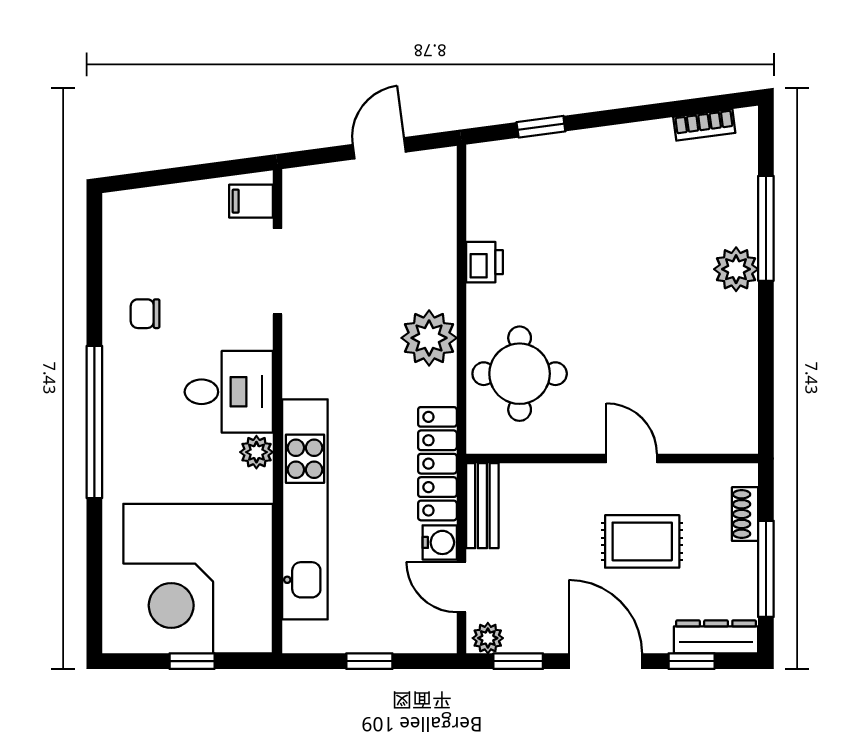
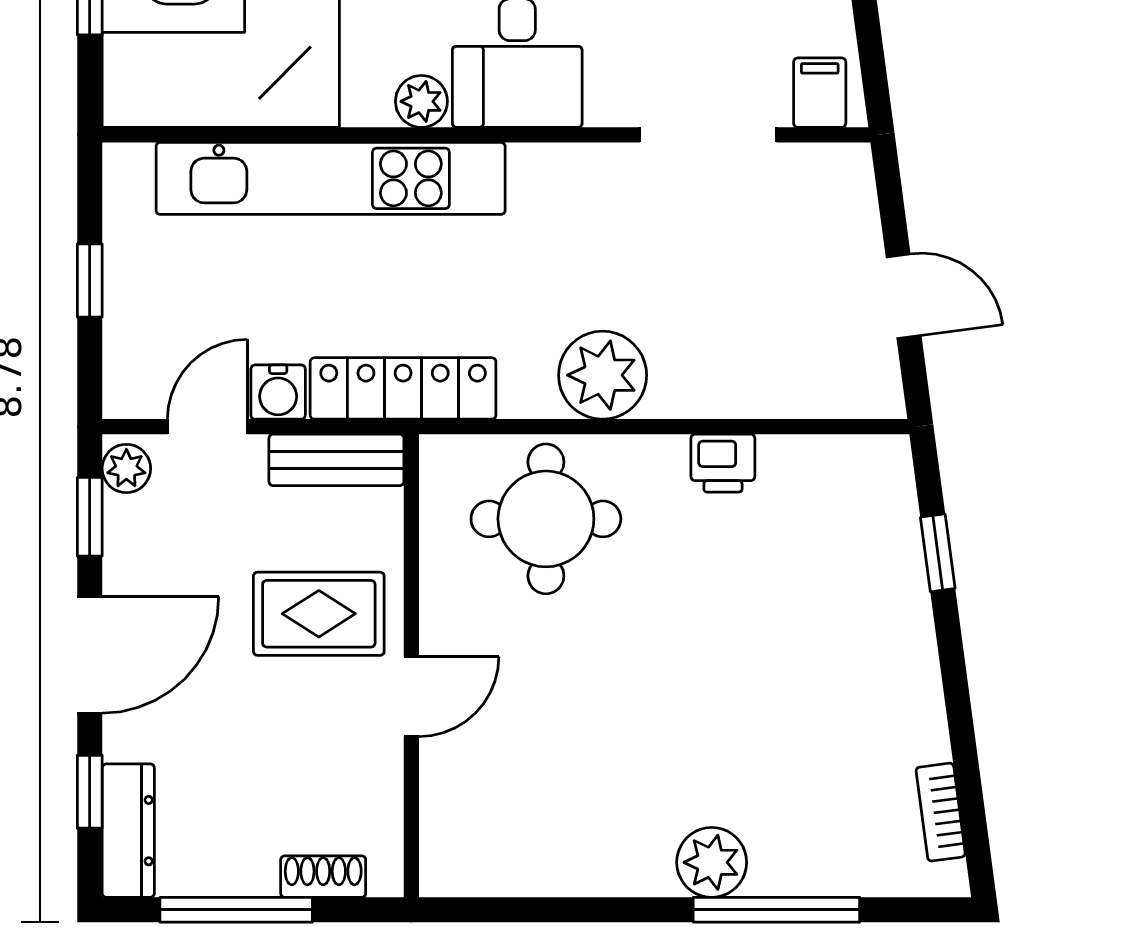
rug: (642, 541) -> (319, 614), moved, turned 90

